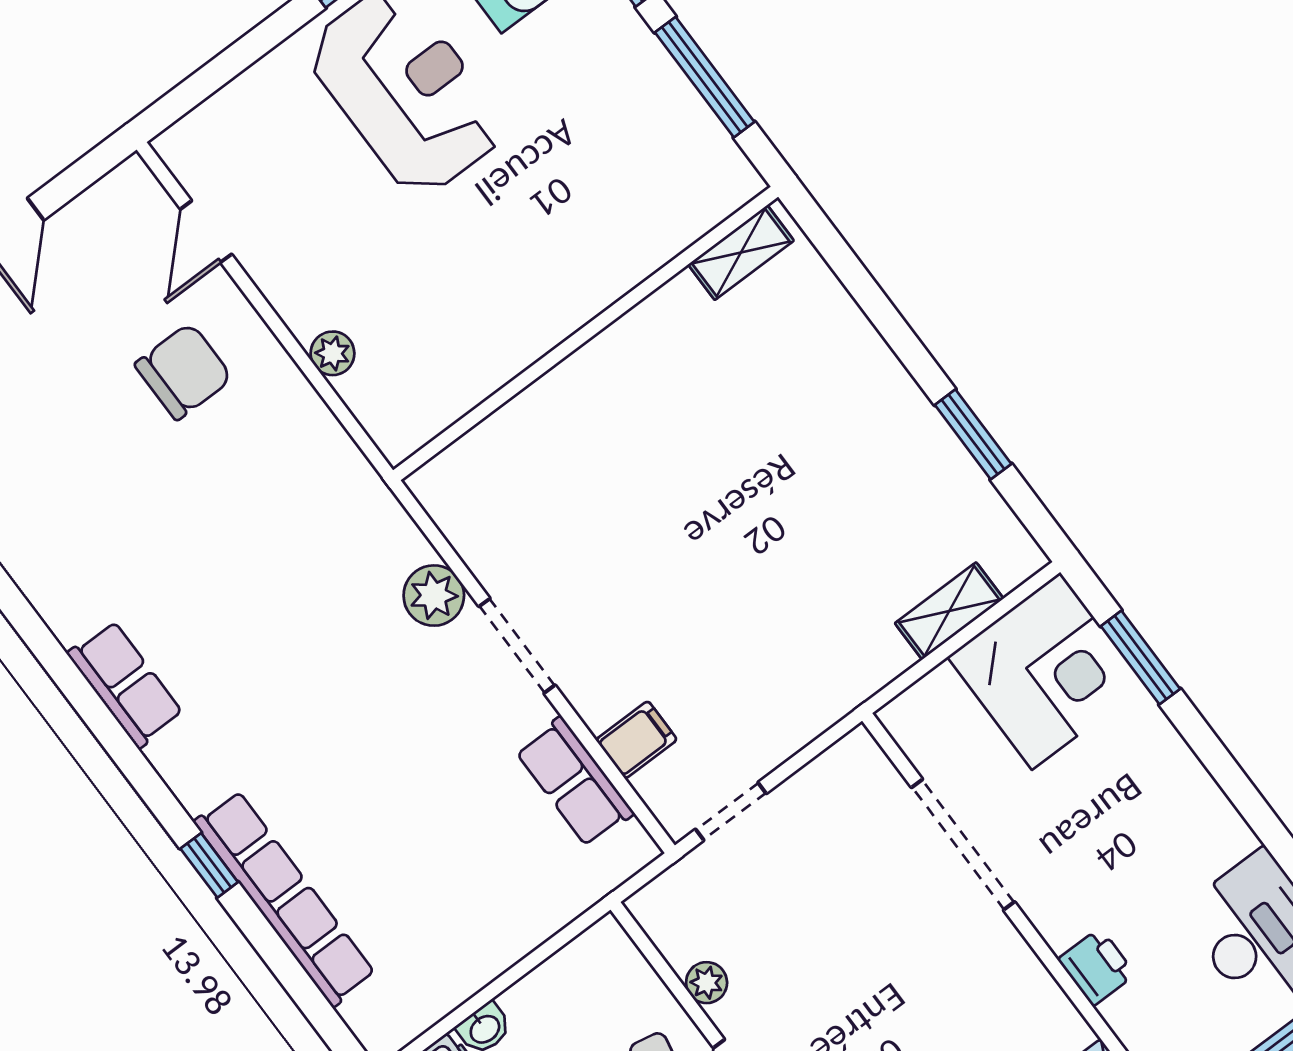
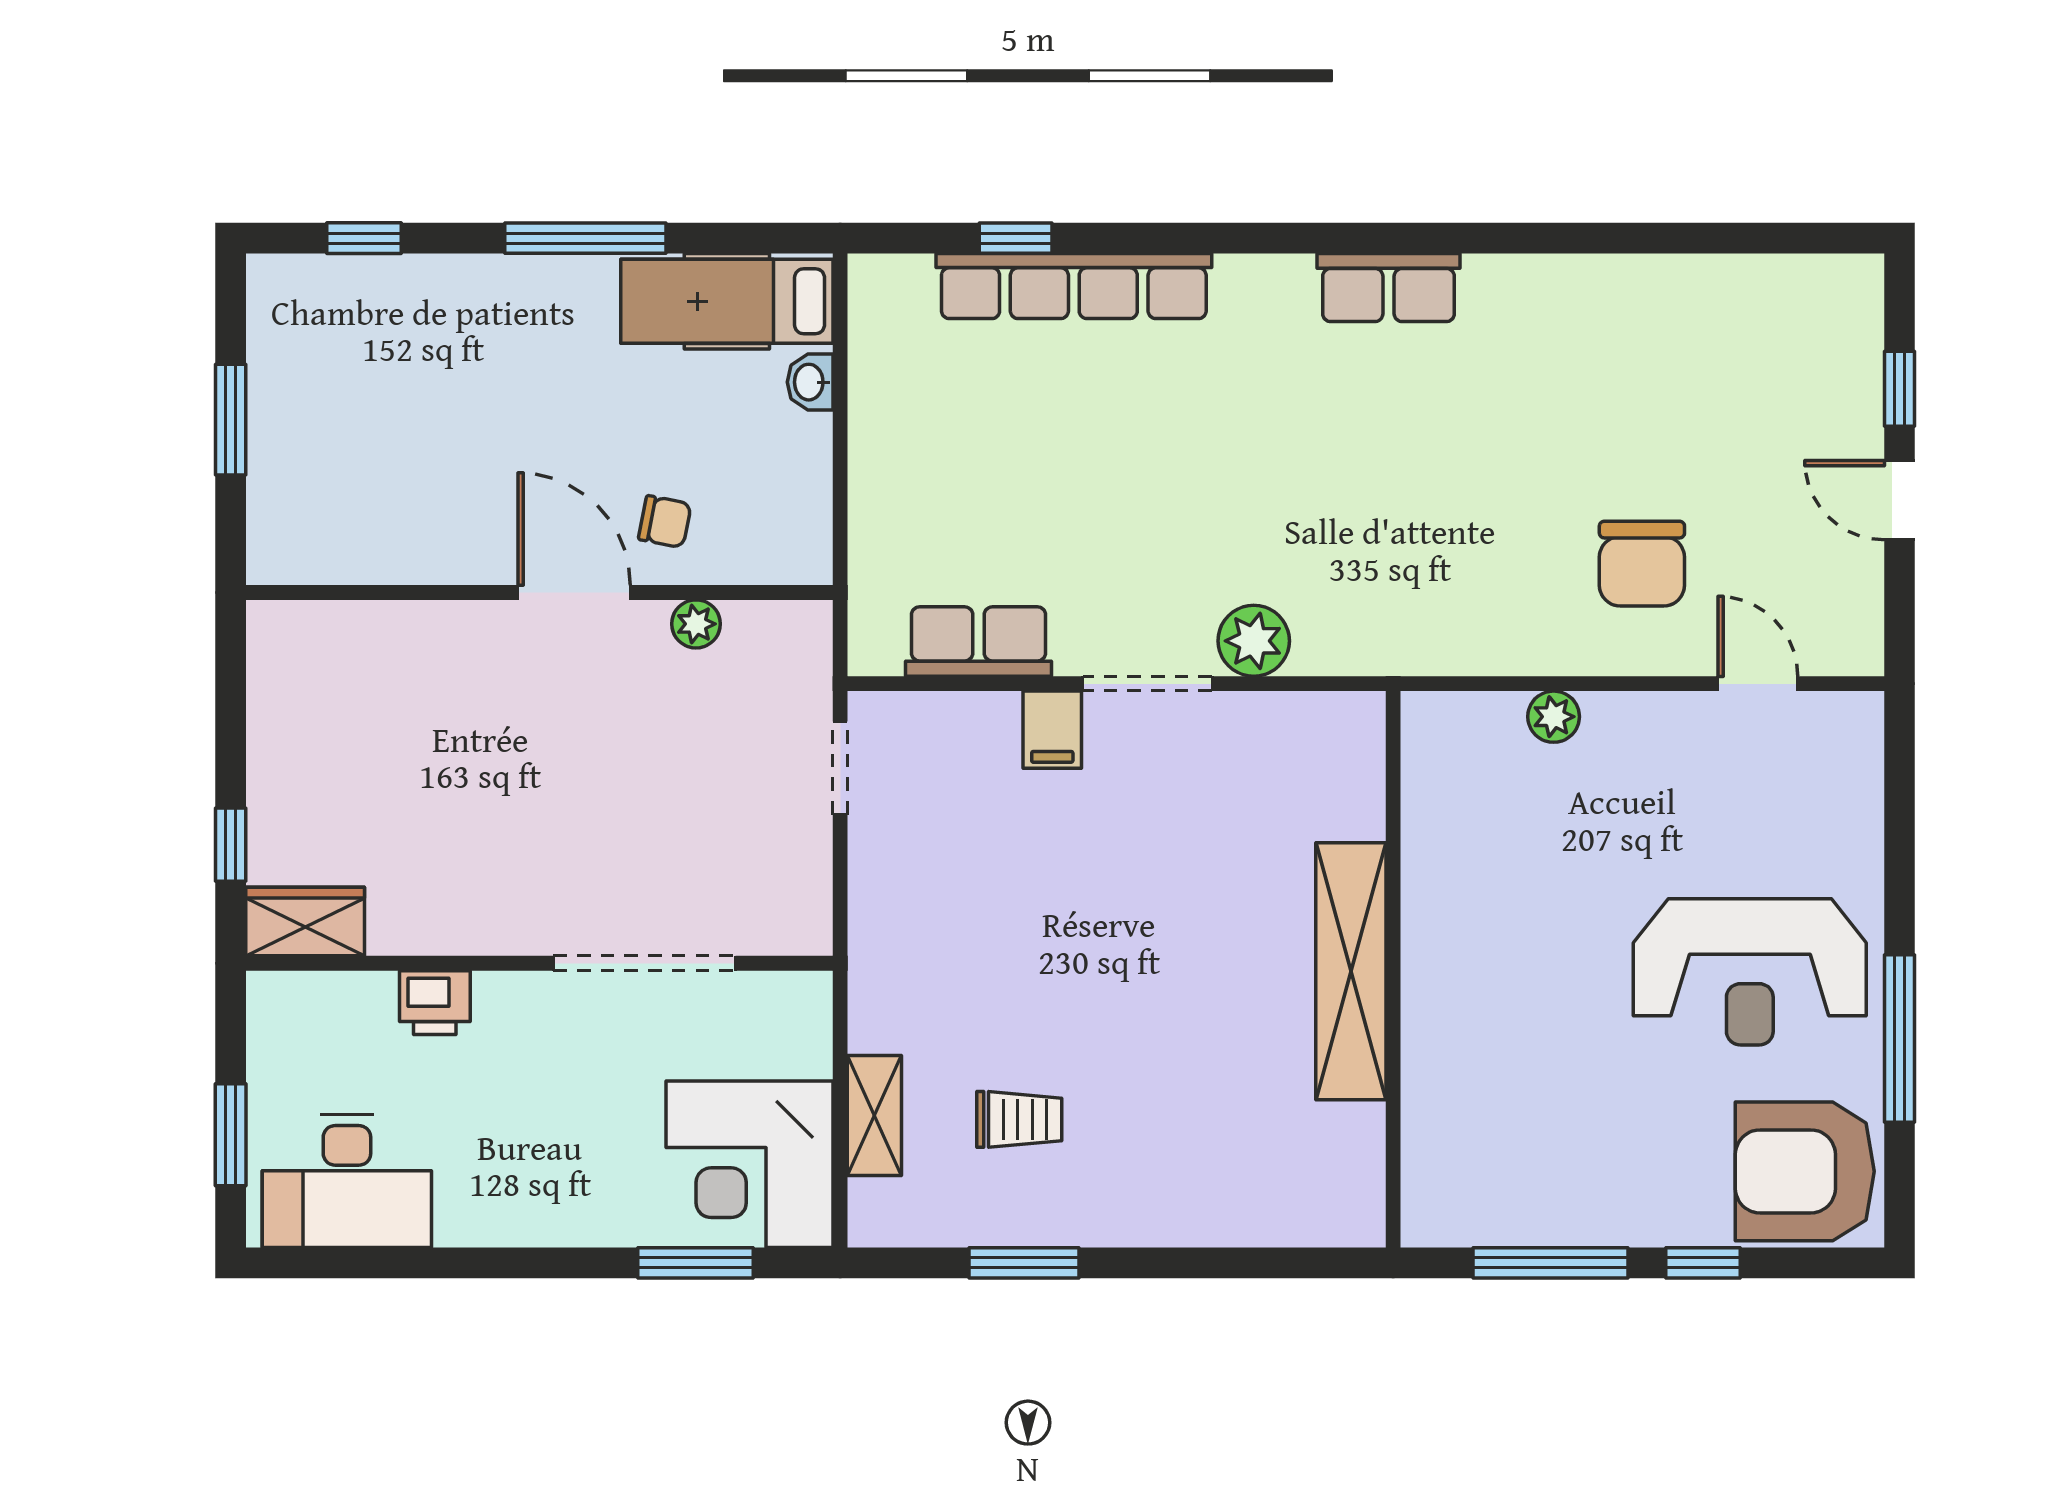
shelving: (741, 253) -> (1351, 971), moved, width x2.20, depth x1.33
trolley: (878, 511) -> (1019, 1119), added
filing cabinet: (636, 740) -> (1052, 730), moved
window: (209, 865) -> (1016, 238), moved

